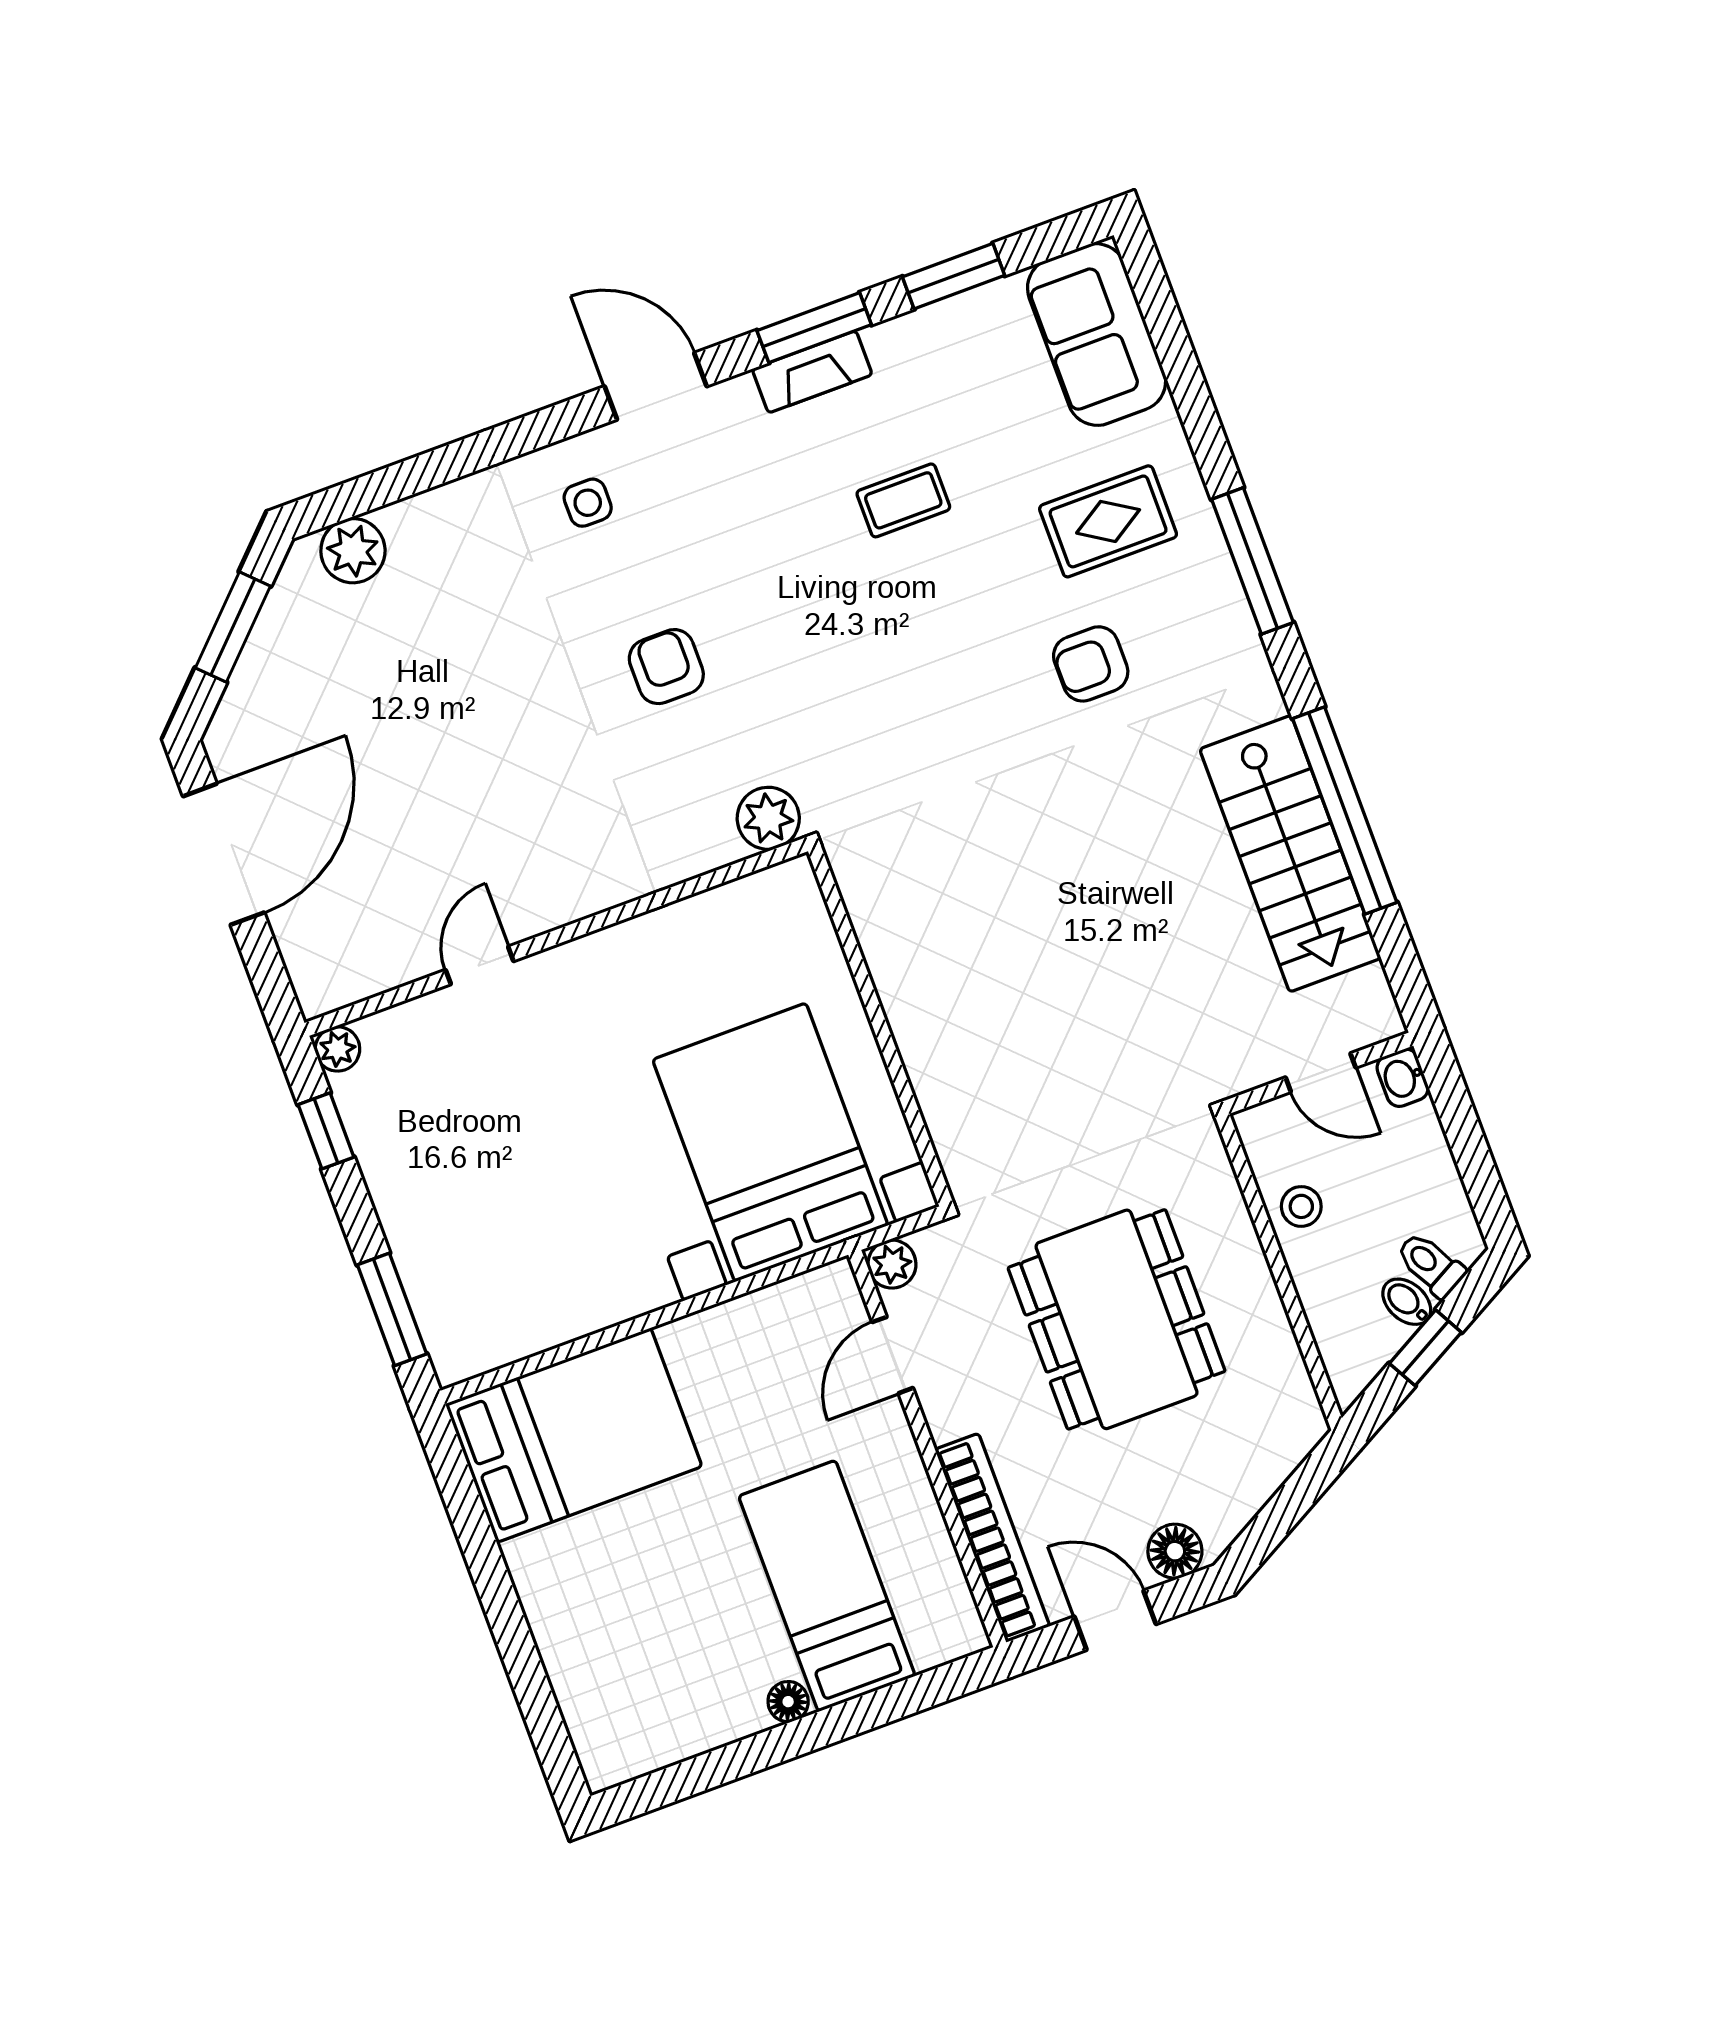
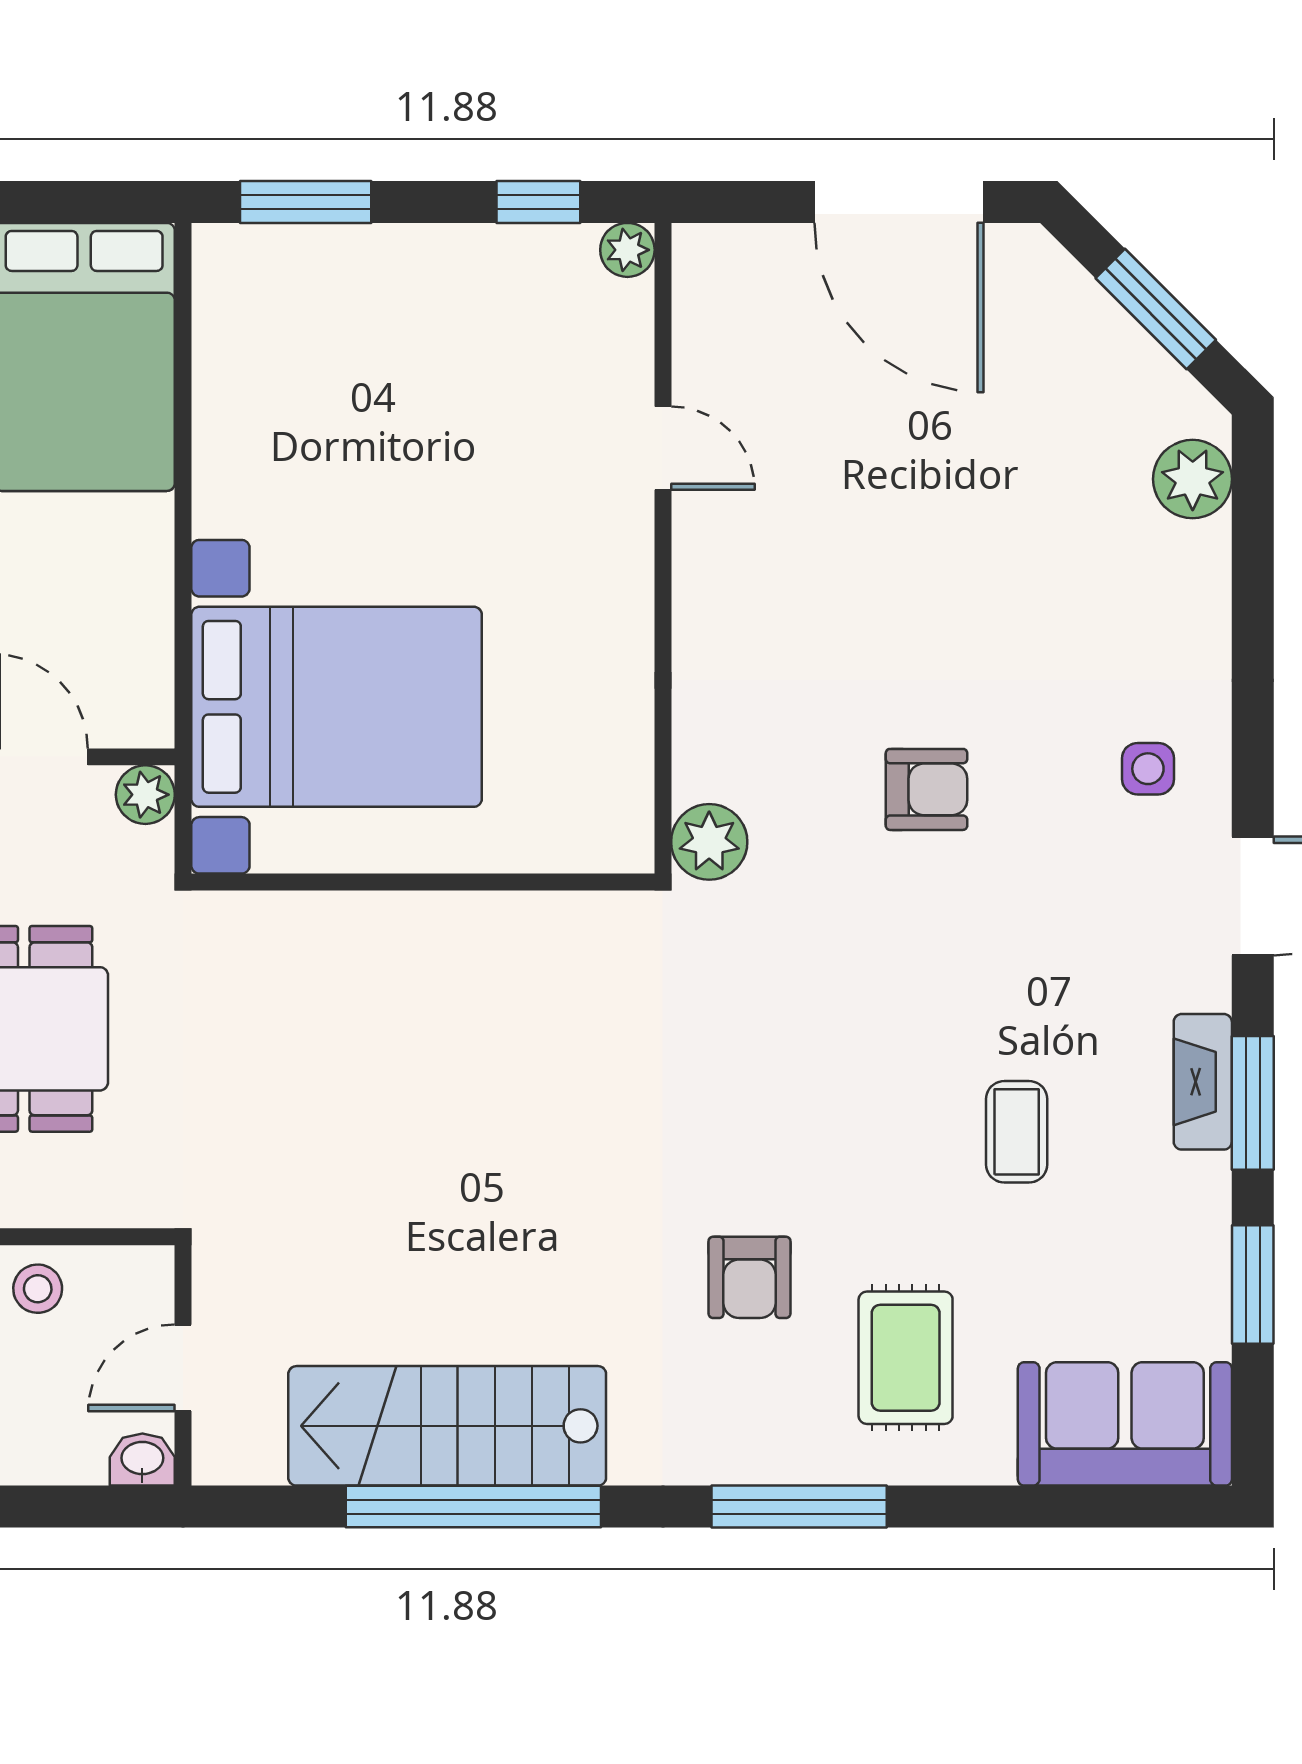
armchair: (1091, 664) -> (750, 1277), turned 180

